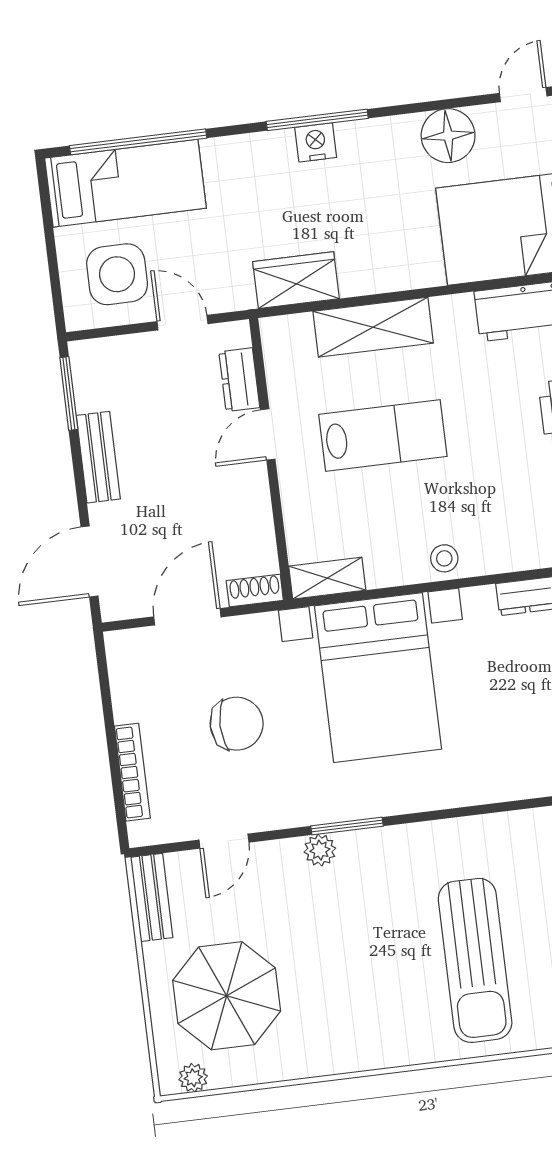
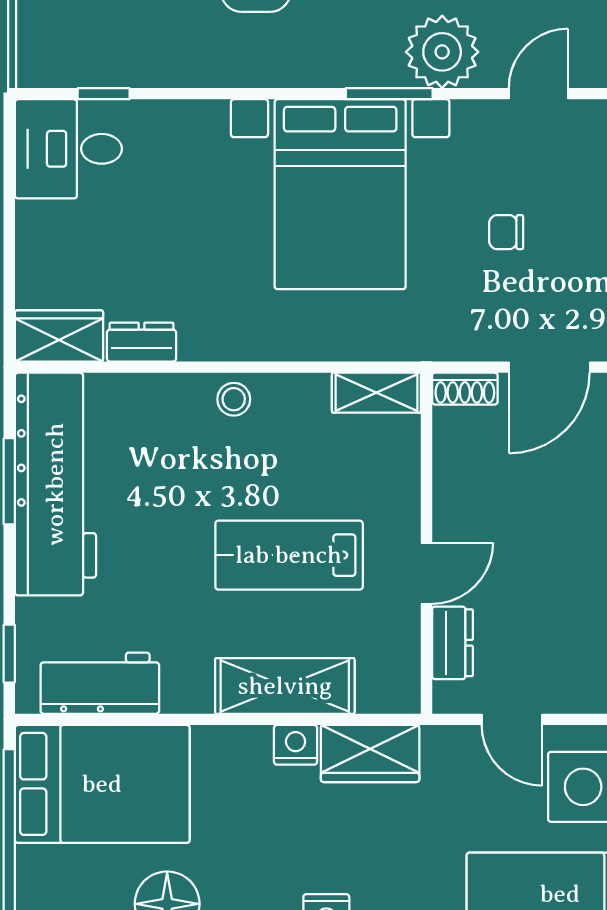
nightstand: (358, 280) -> (296, 745), added
bed with nightstands: (378, 678) -> (340, 194), moved, turned 180
chair: (237, 724) -> (506, 232), width x0.54, depth x0.54
plant: (320, 850) -> (442, 52), width x1.88, depth x1.88

